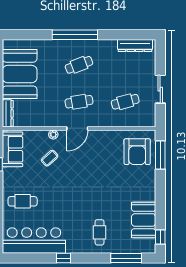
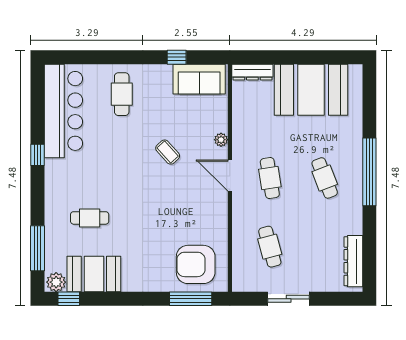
coffee table: (50, 158) -> (168, 152), moved
cafe table: (100, 232) -> (90, 218), moved
plant: (149, 245) -> (56, 282), added

